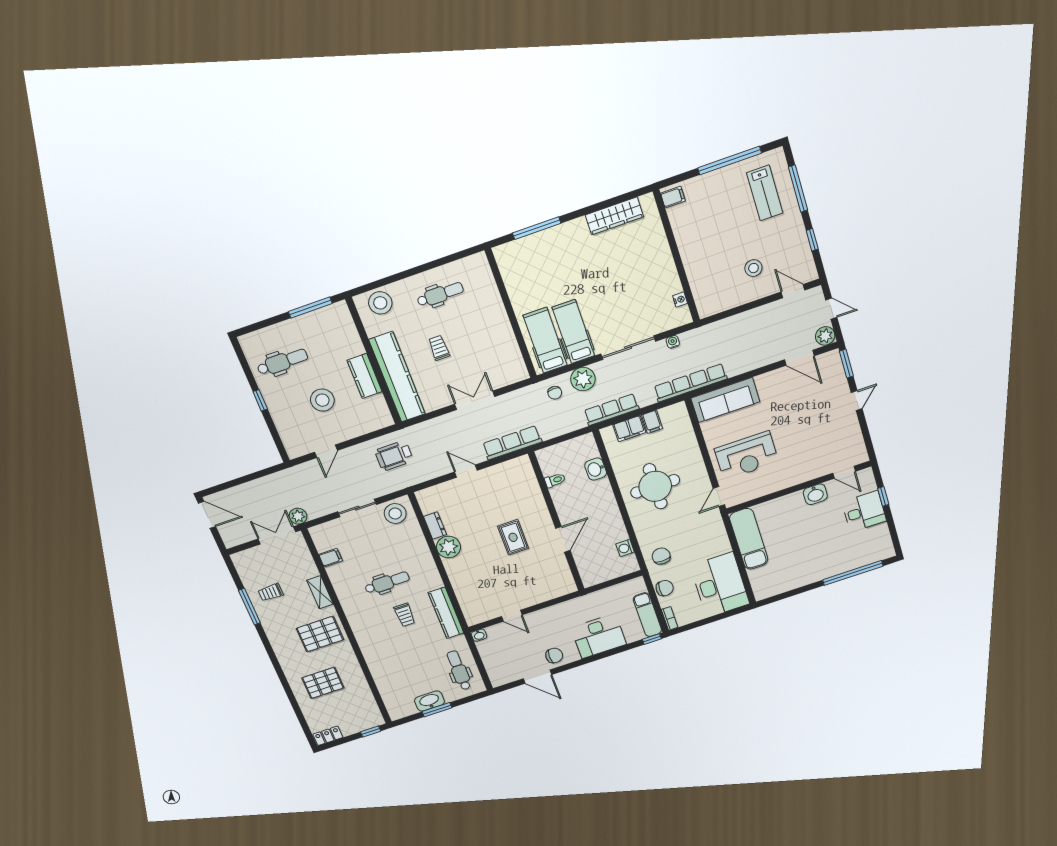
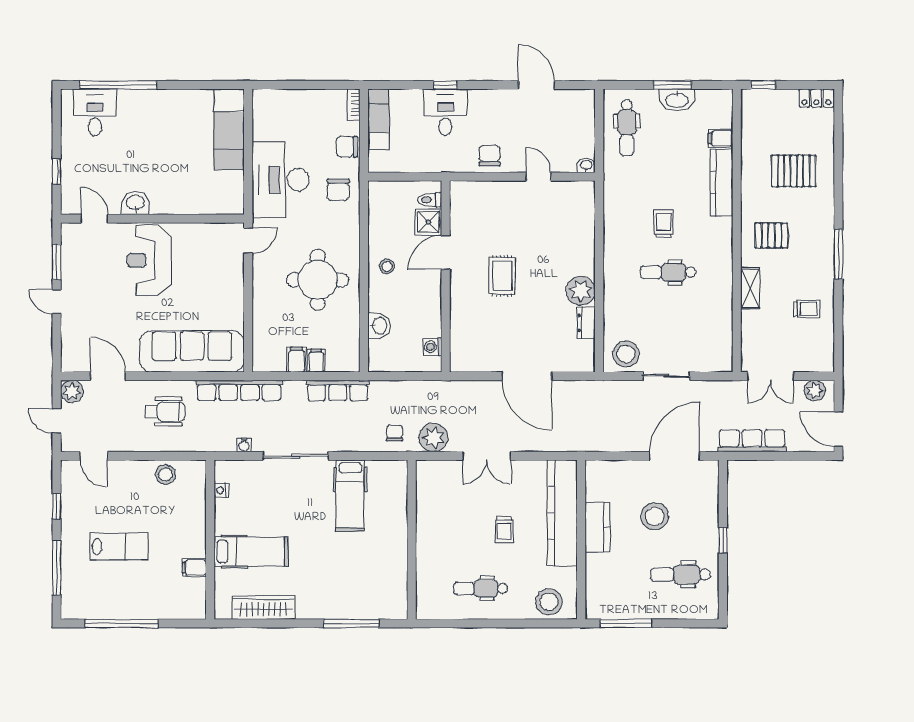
lab bench: (765, 193) -> (119, 547), moved, turned 90
filing cabinet: (673, 197) -> (194, 568), moved
stool: (753, 268) -> (166, 474), moved
hospital bed: (545, 340) -> (251, 551), moved, turned -90
window: (846, 364) -> (57, 262), moved
plant: (583, 379) -> (433, 438), moved
sofa: (725, 400) -> (192, 351), width x1.36, depth x1.27
door: (857, 401) -> (57, 302), hinge flipped
filing cabinet: (629, 429) -> (316, 361), width x0.50
row of seats: (512, 443) -> (752, 441), moved, turned 180
door: (326, 451) -> (674, 456), width x1.88
wheelchair: (394, 456) -> (165, 412), moved
reception desk: (747, 456) -> (149, 260), moved, turned -90
door: (466, 471) -> (527, 376), width x1.88
toilet: (555, 480) -> (430, 200), moved
desk: (864, 511) -> (95, 112), moved, turned 90
stool: (605, 514) -> (387, 266), added
plant: (298, 516) -> (815, 391), moved
exam couch: (749, 539) -> (229, 129), moved
washing machine: (625, 548) -> (432, 347), moved, turned 180
shower: (584, 556) -> (428, 222), added
filing cabinet: (330, 558) -> (721, 138), moved
desk: (720, 585) -> (281, 180), moved
window: (249, 607) -> (838, 254), moved
kitchen counter: (446, 613) -> (722, 183), moved, turned 180
pallet: (320, 634) -> (771, 235), width x0.67, depth x0.71
desk: (599, 636) -> (445, 112), width x0.73
window: (652, 639) -> (445, 85), moved
chair: (554, 656) -> (490, 156), moved, turned 90

